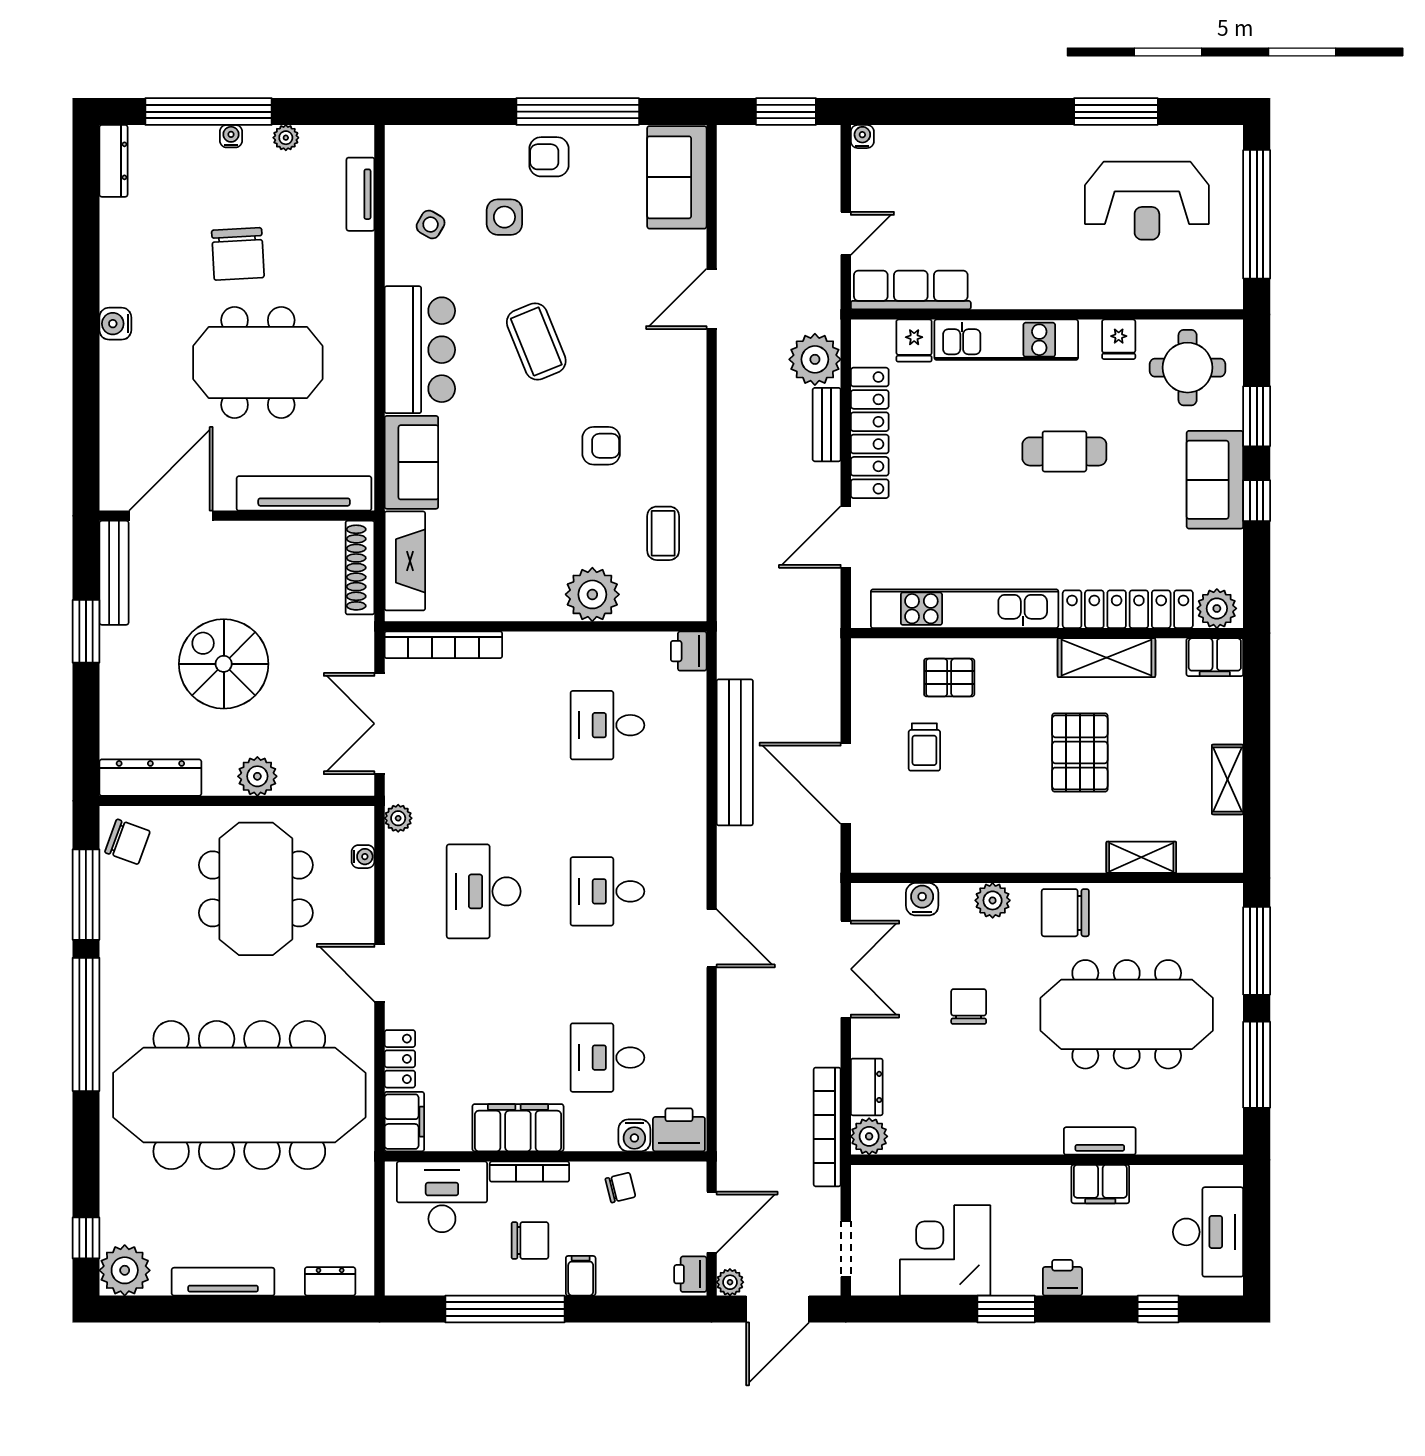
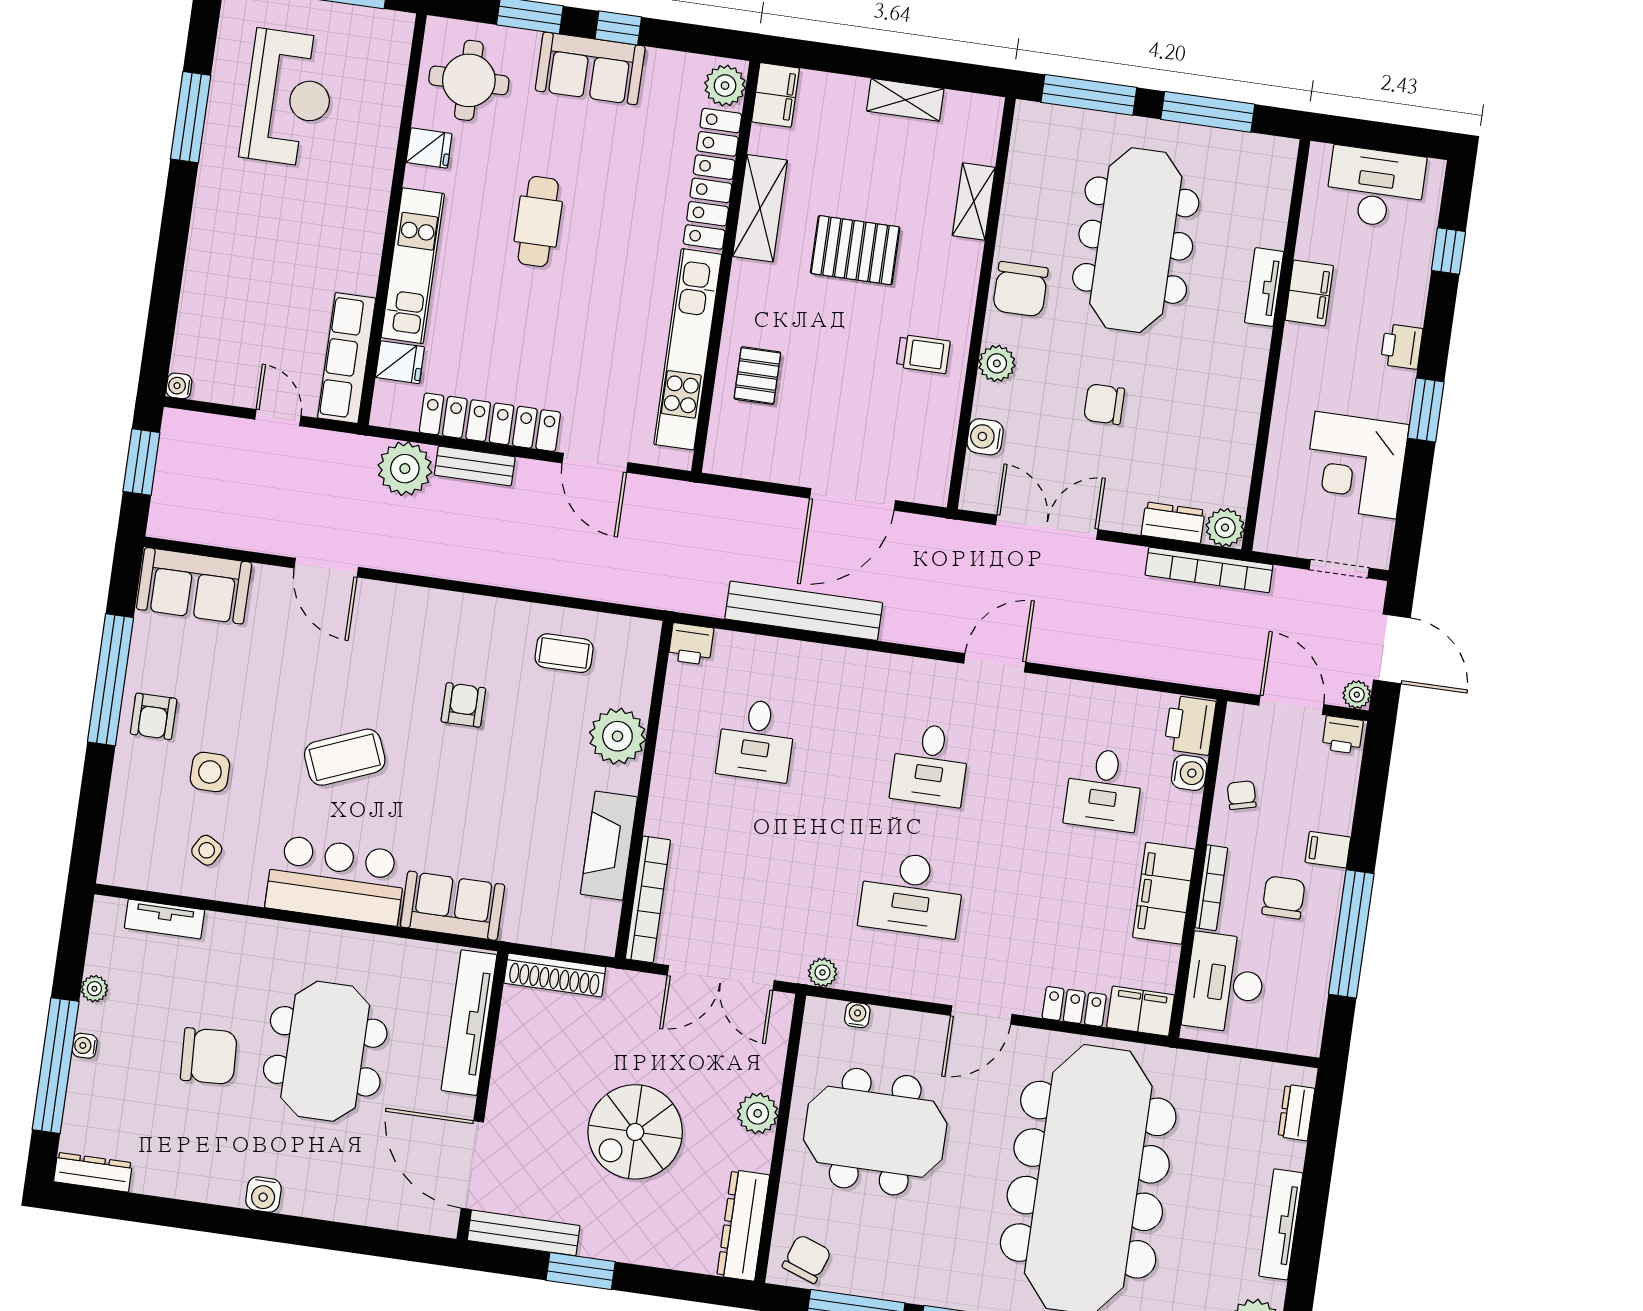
fireplace: (405, 561) -> (609, 846), moved, turned -90
trolley: (924, 747) -> (923, 354), moved

